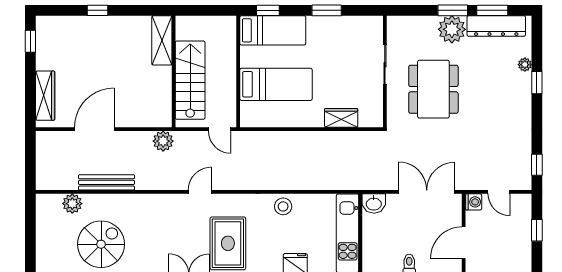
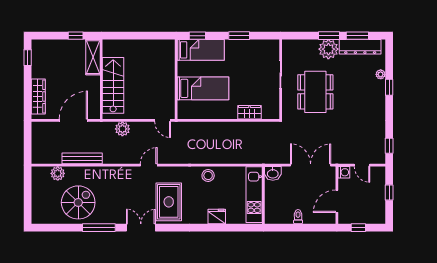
shelving: (162, 40) -> (93, 57), moved
wall: (174, 71) -> (101, 79), moved
stairs: (190, 80) -> (113, 85), moved

